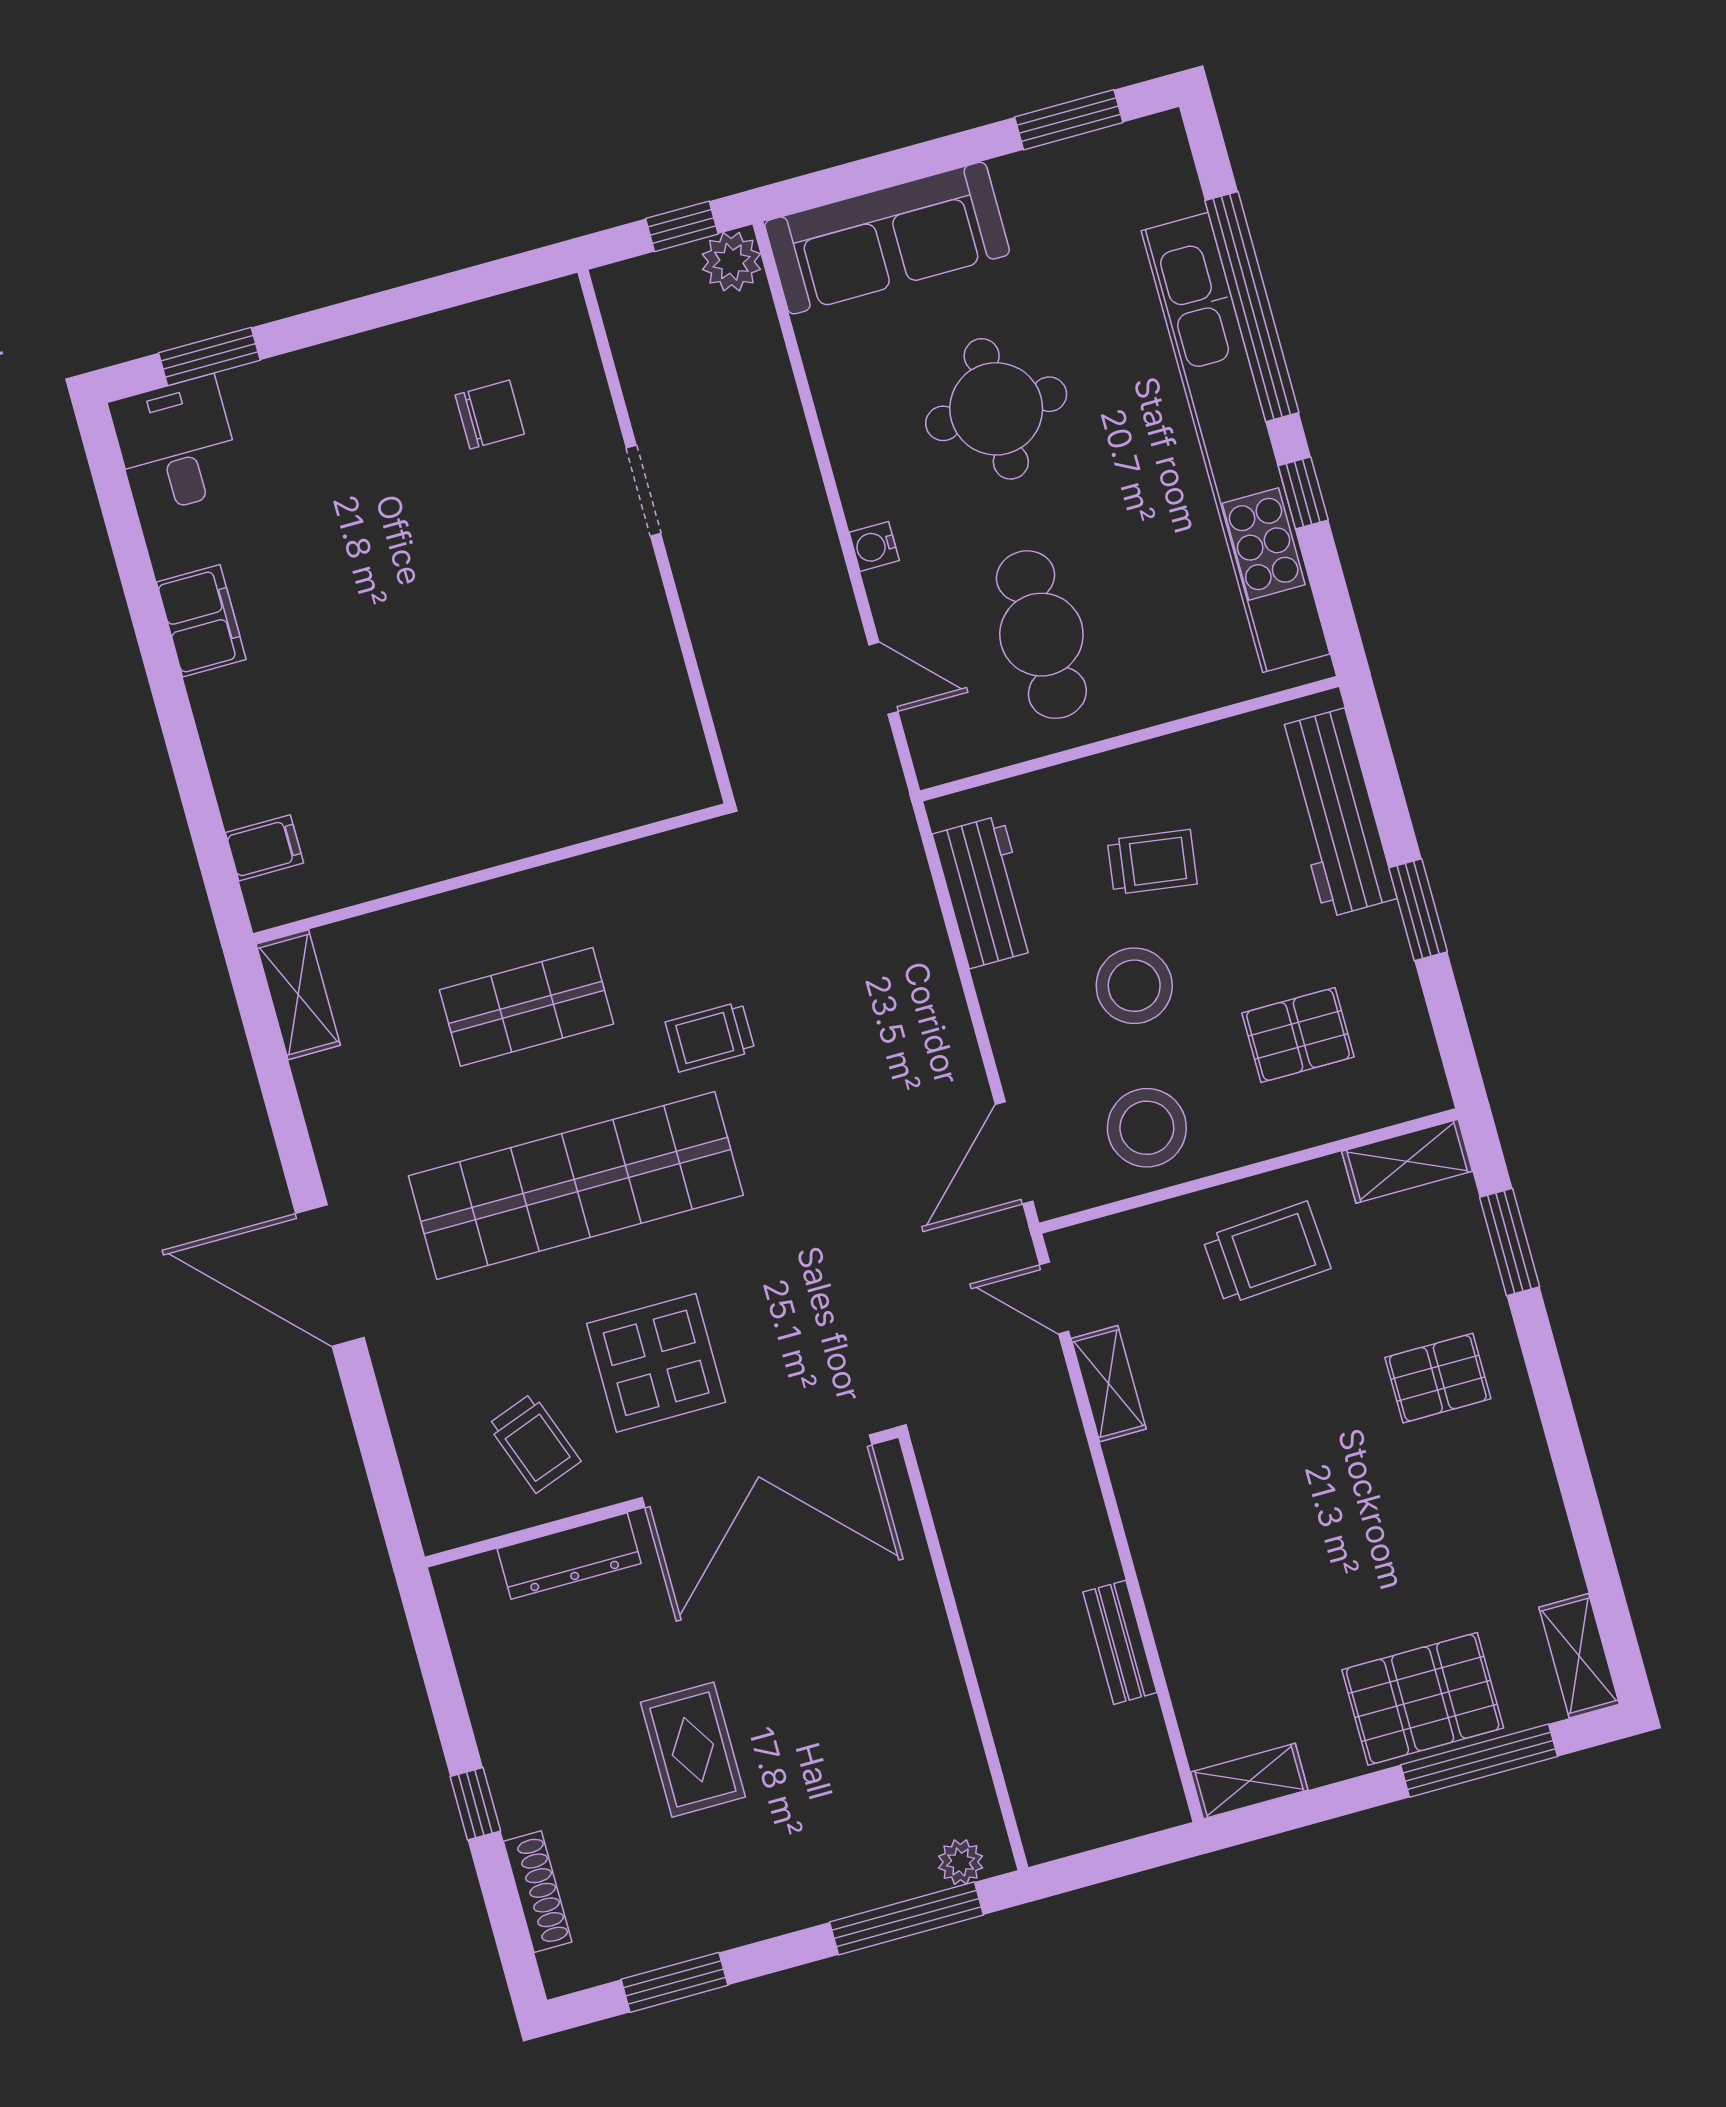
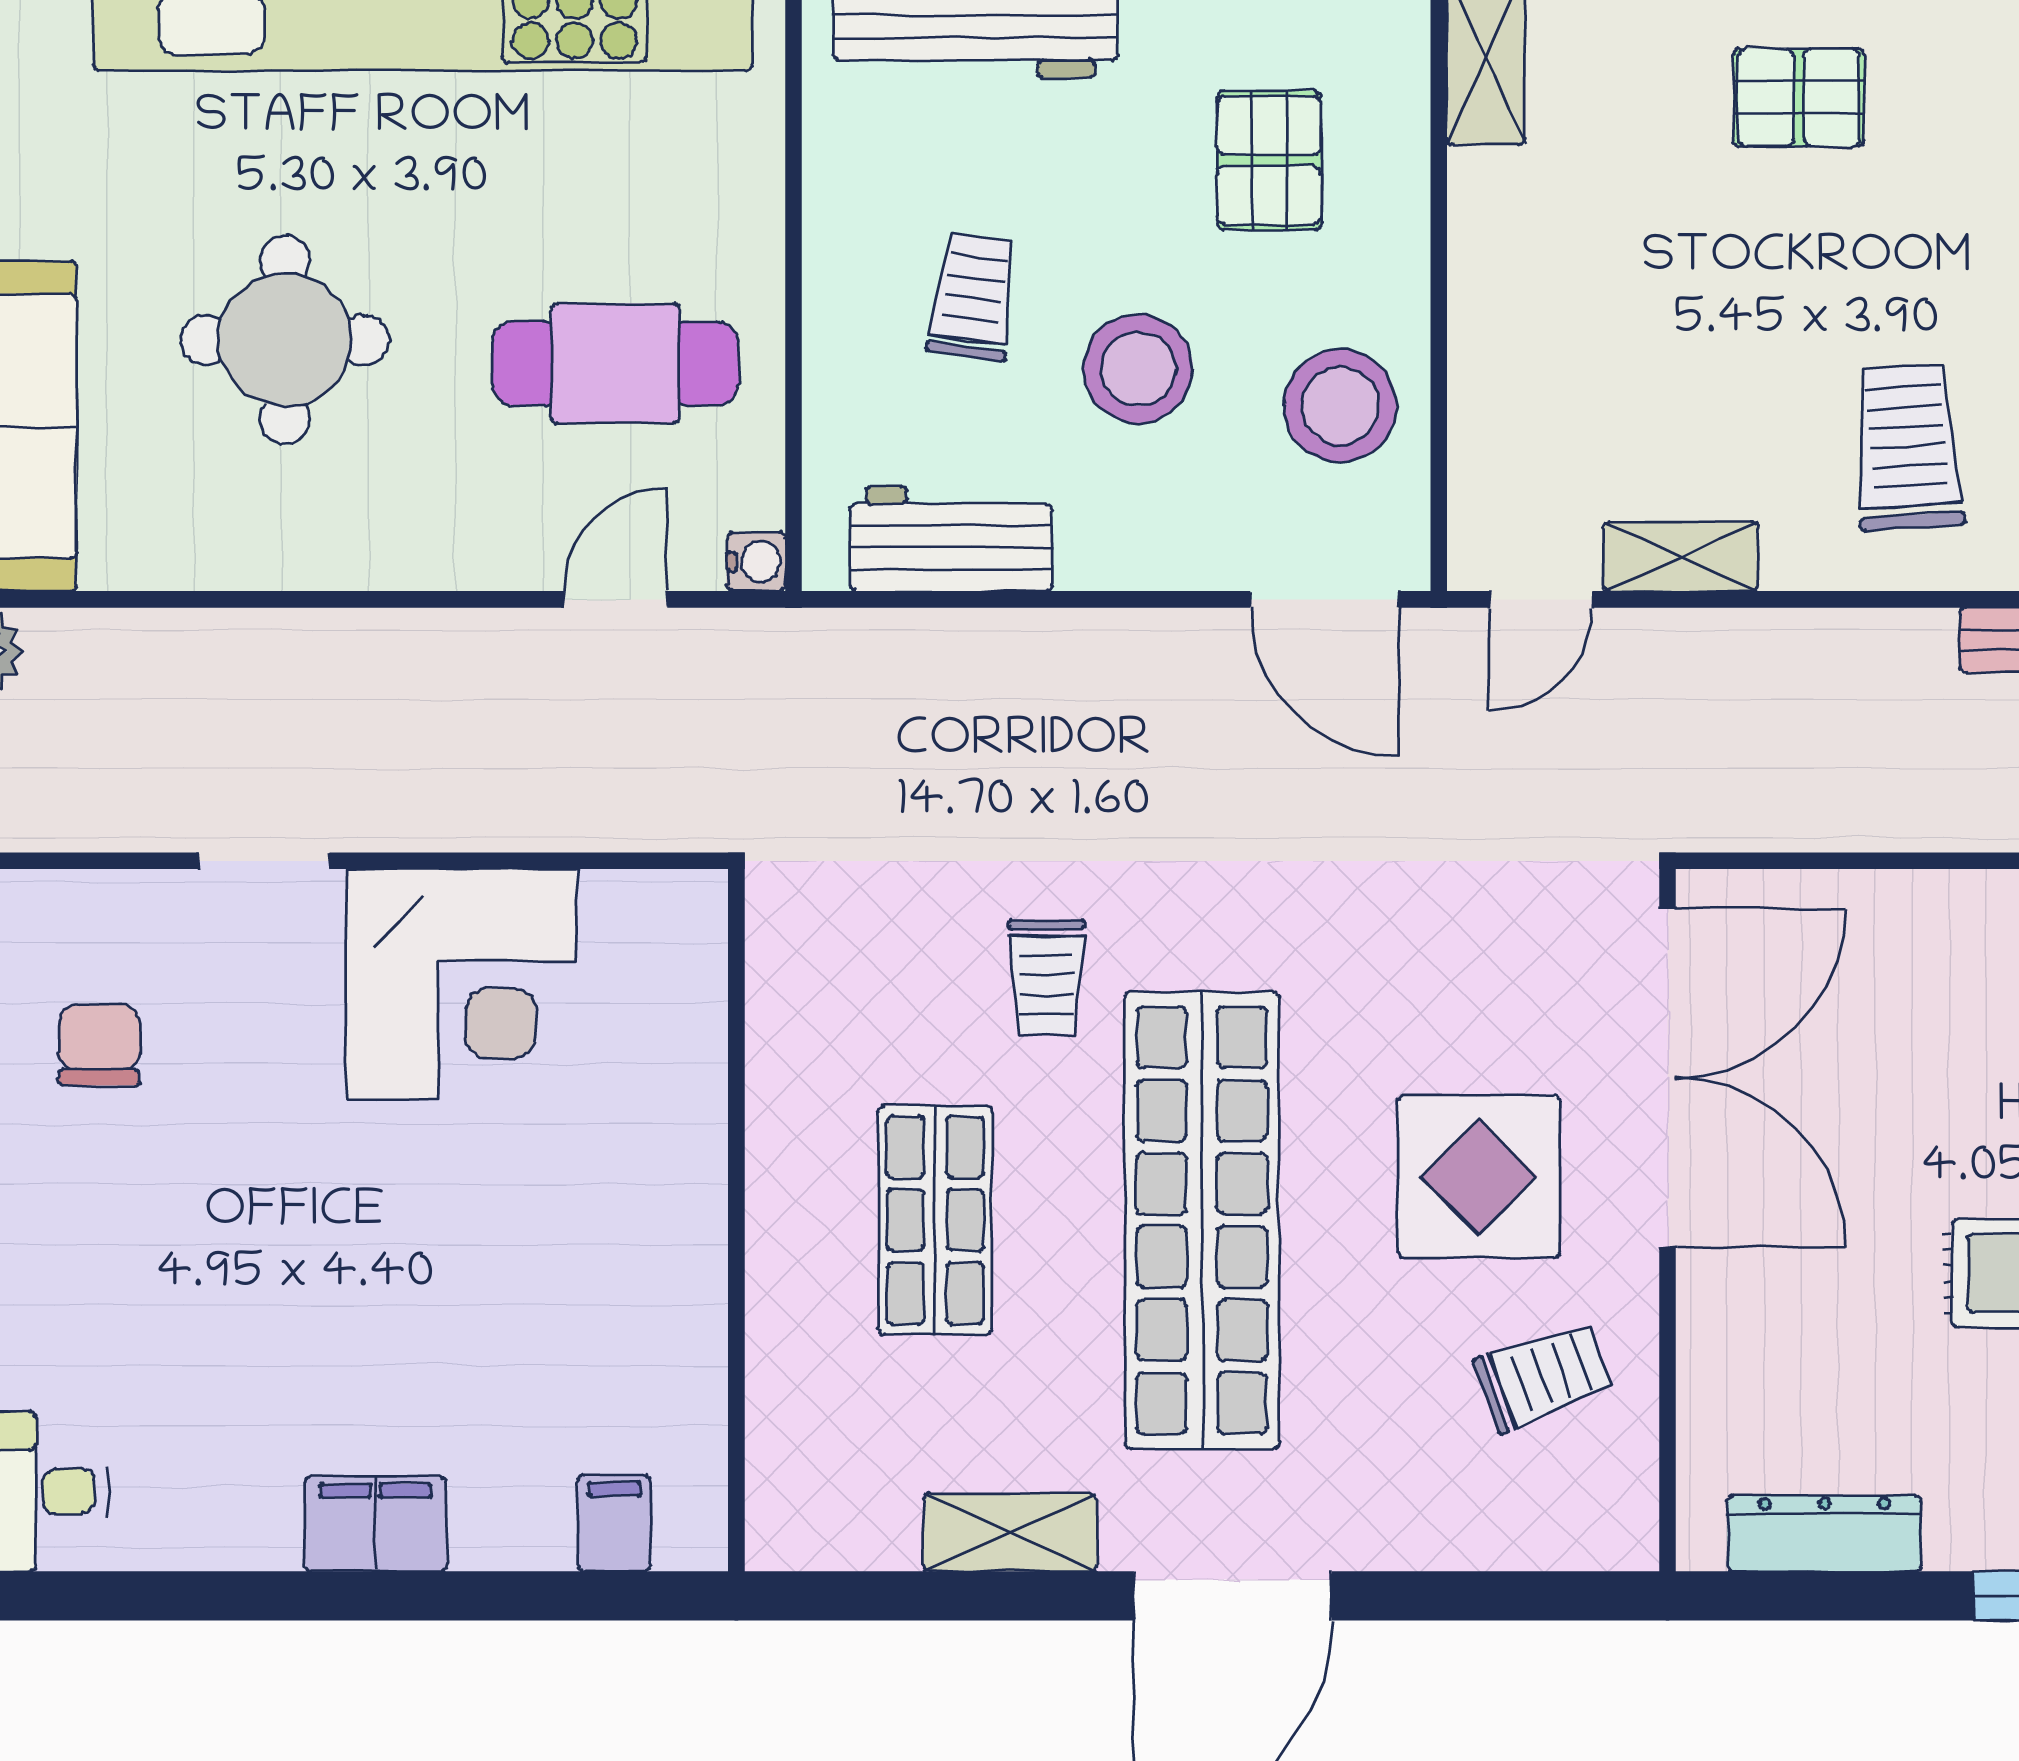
water cooler: (874, 546) -> (756, 562), moved, turned -90
filing cabinet: (201, 621) -> (376, 1524), moved
corner desk: (597, 646) -> (461, 984), added
shelving: (298, 995) -> (1010, 1532), moved
trolley: (1267, 1253) -> (1908, 448), moved
pallet: (1438, 1378) -> (1799, 97), turned 90
dresser: (569, 1556) -> (1824, 1533), moved, turned -90

